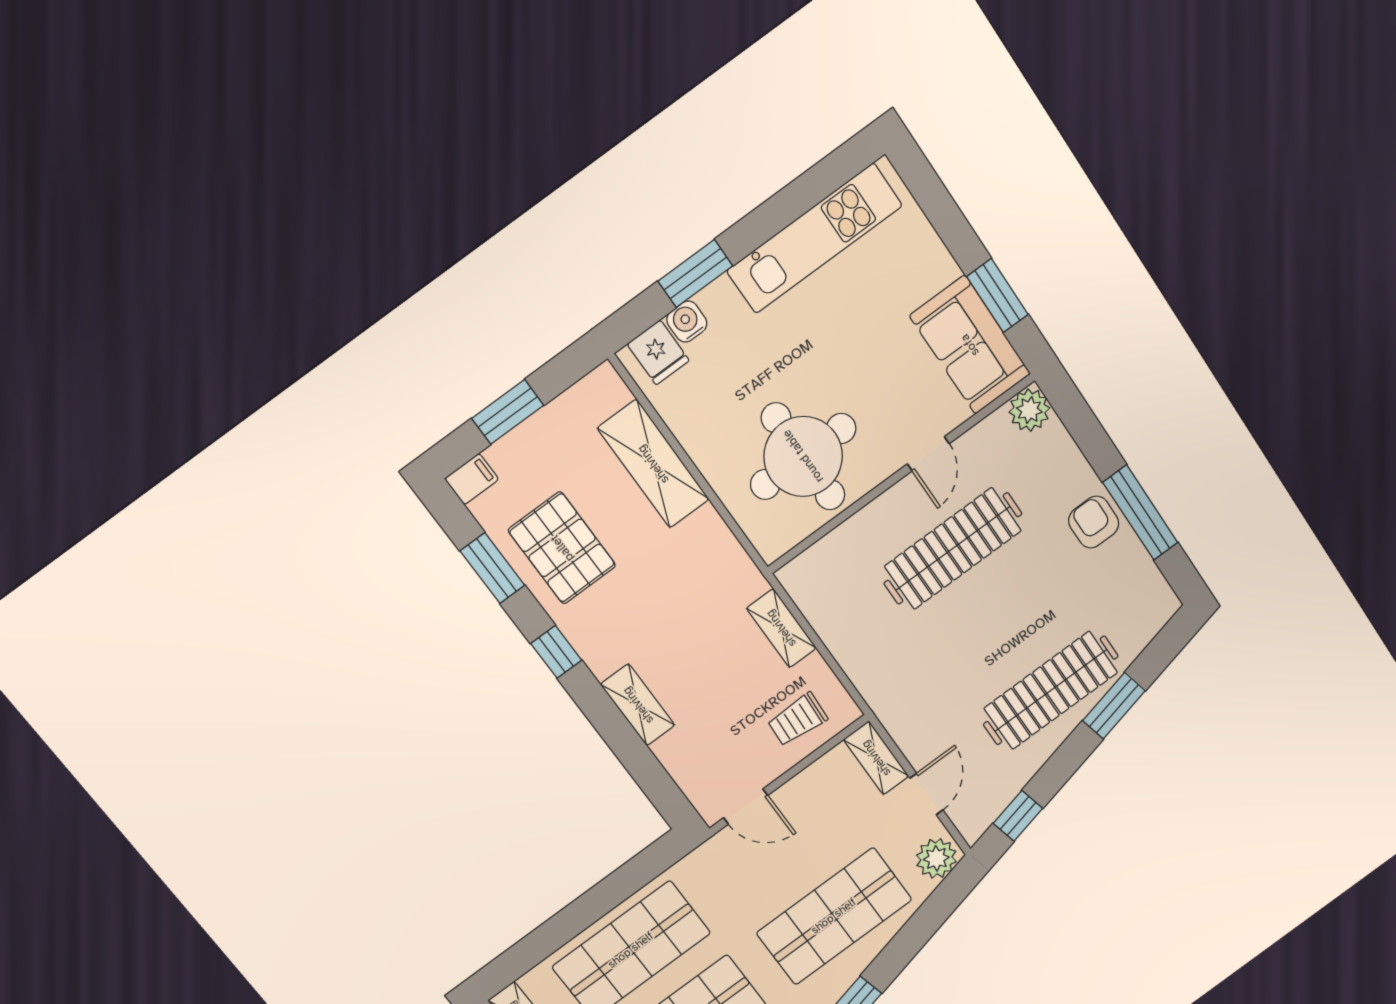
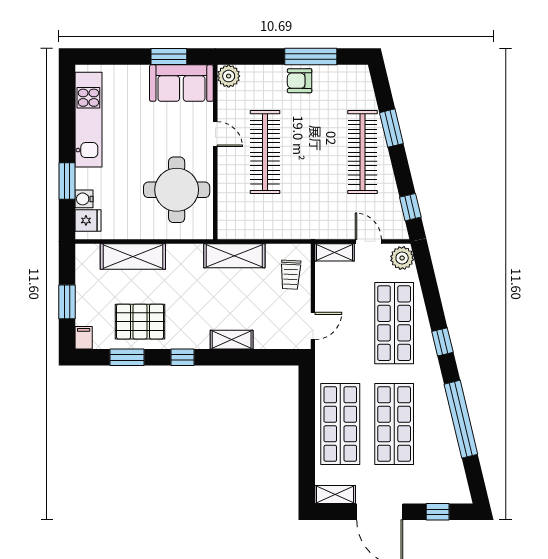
shelving: (781, 628) -> (234, 256), width x1.50, depth x1.33

